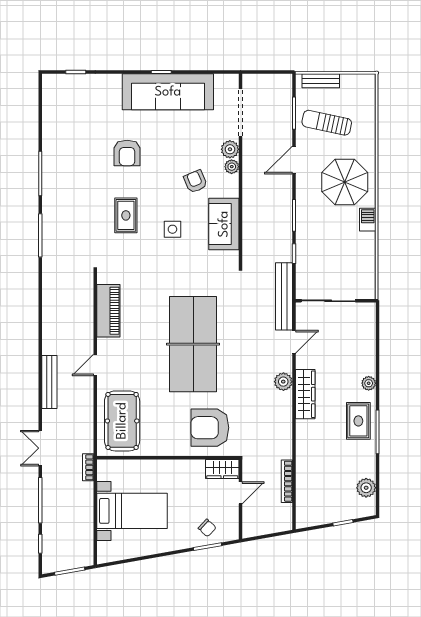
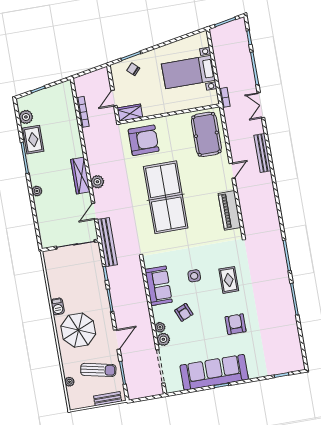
plant: (369, 113) -> (69, 382), added
rug: (358, 421) -> (33, 140), moved
double door: (40, 448) -> (261, 105), swing flipped

